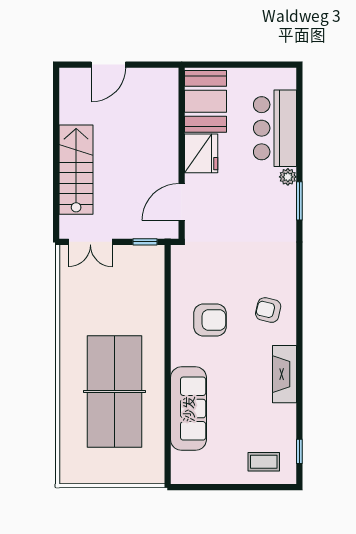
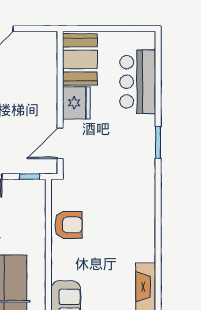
plant: (288, 177) -> (148, 122), removed
armchair: (268, 310) -> (132, 233), removed
armchair: (210, 320) -> (69, 225), moved

